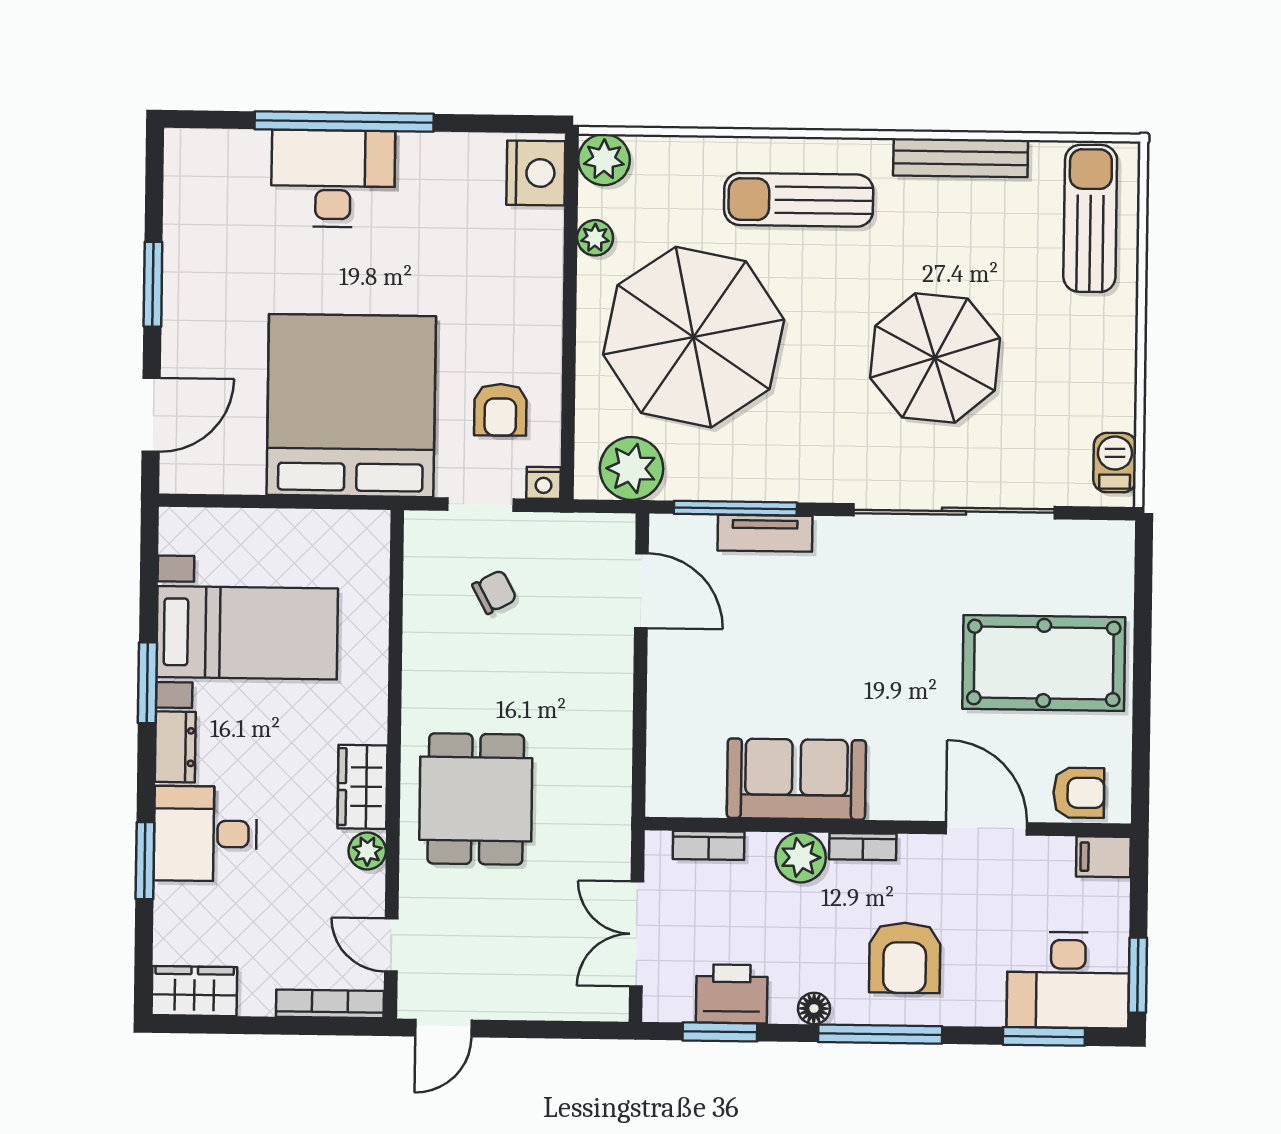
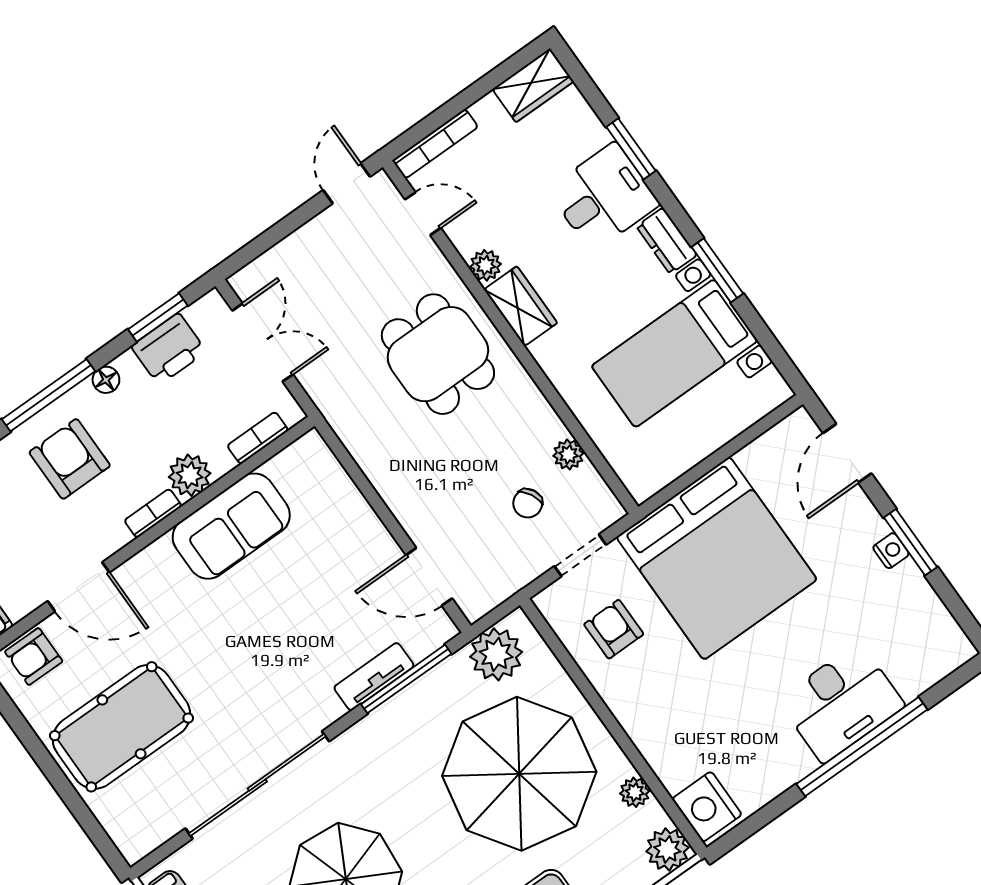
nightstand: (544, 483) -> (891, 551), moved, turned 90
plant: (421, 610) -> (568, 454), added

